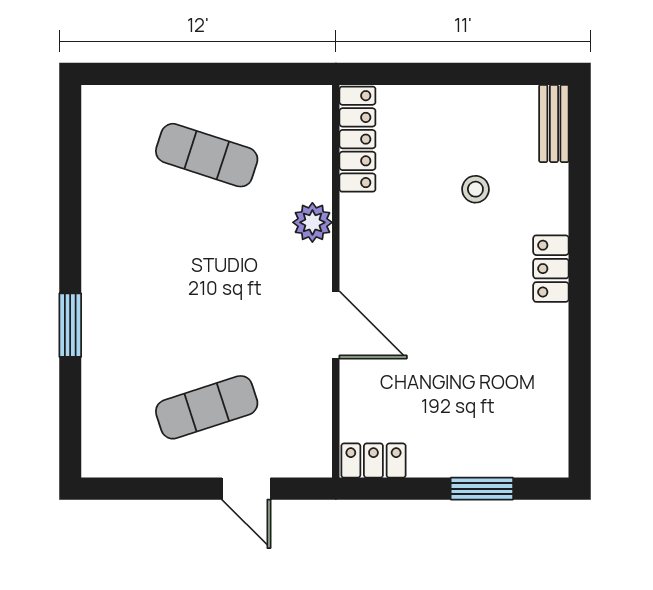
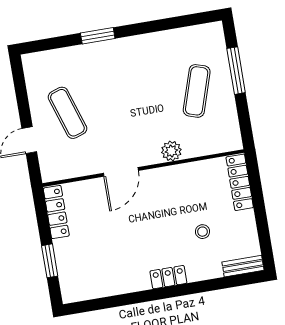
window: (181, 74) -> (236, 71), added
locker: (357, 139) -> (240, 182), moved, turned 90
locker: (373, 461) -> (56, 212), width x1.53

